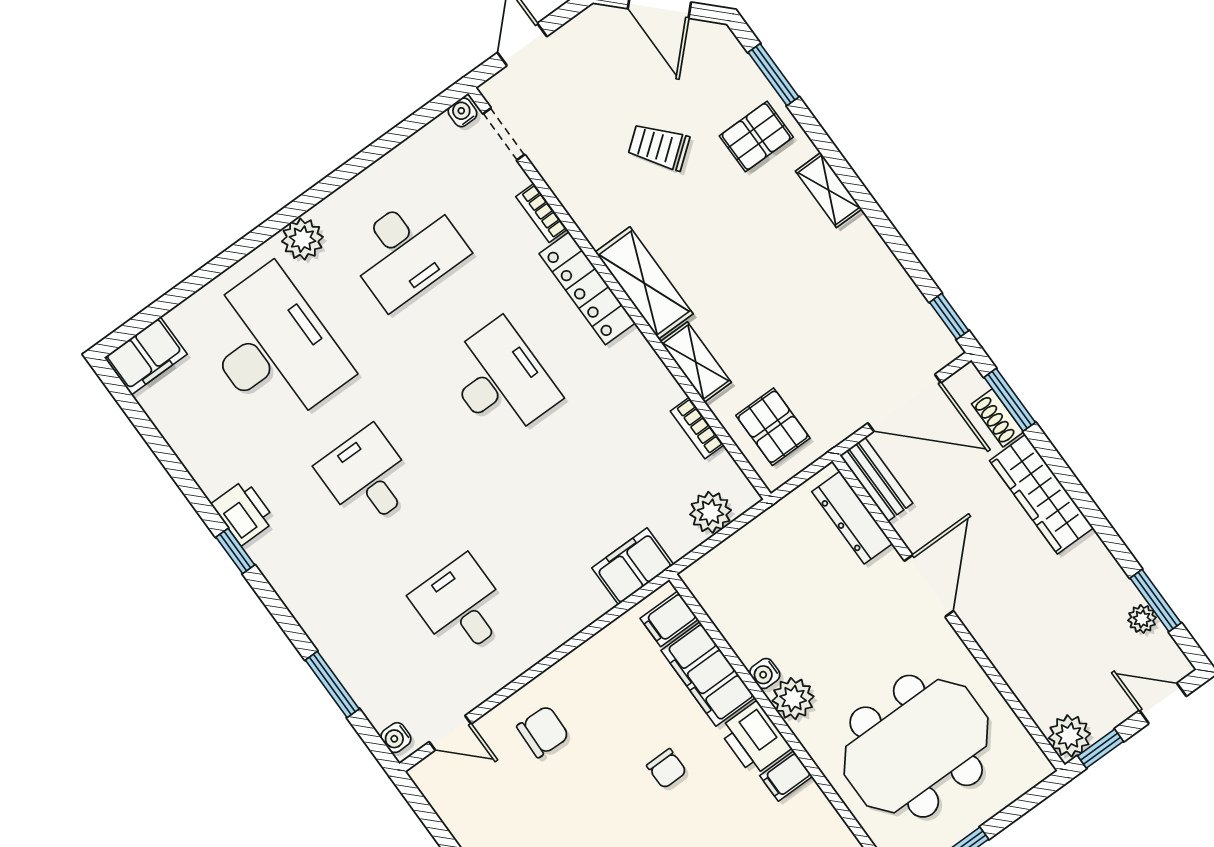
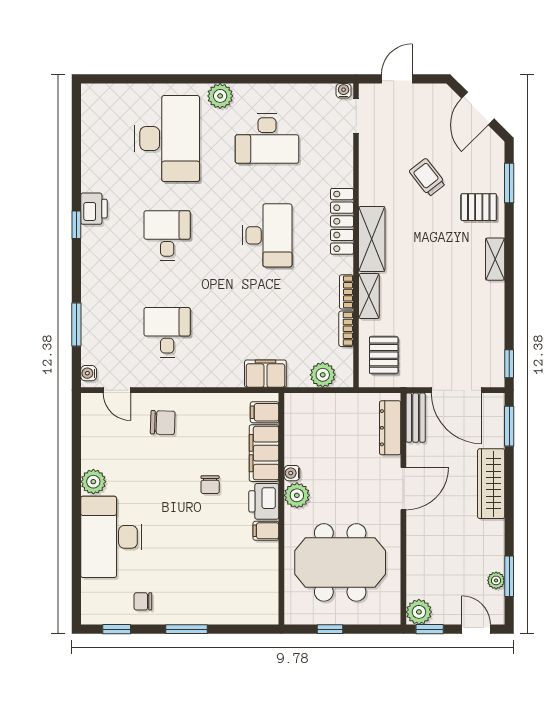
bookcase: (542, 213) -> (346, 292), moved
filing cabinet: (146, 356) -> (102, 97), removed
shoe rack: (998, 418) -> (497, 431), removed

